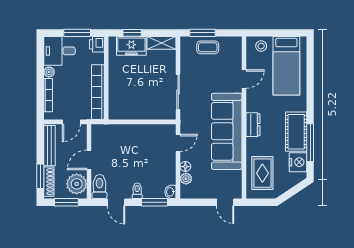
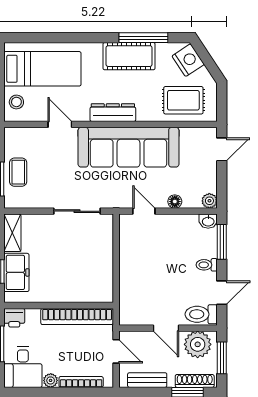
dresser: (253, 125) -> (113, 113), width x1.44
bench: (49, 146) -> (147, 380), width x0.73
nightstand: (298, 162) -> (188, 60), moved, turned 57
plant: (186, 179) -> (209, 201), moved

